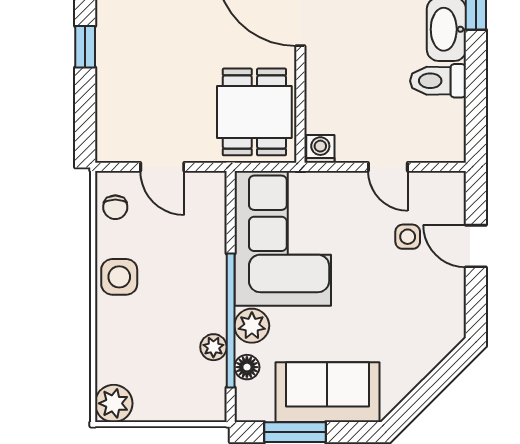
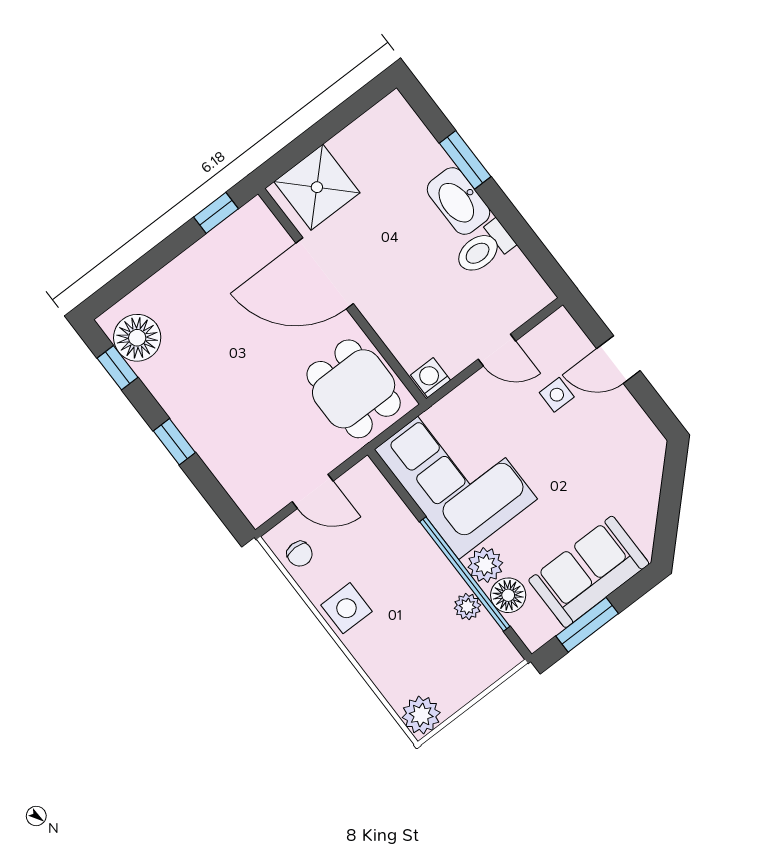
floor lamp: (247, 367) -> (508, 595), width x1.37, depth x1.37

